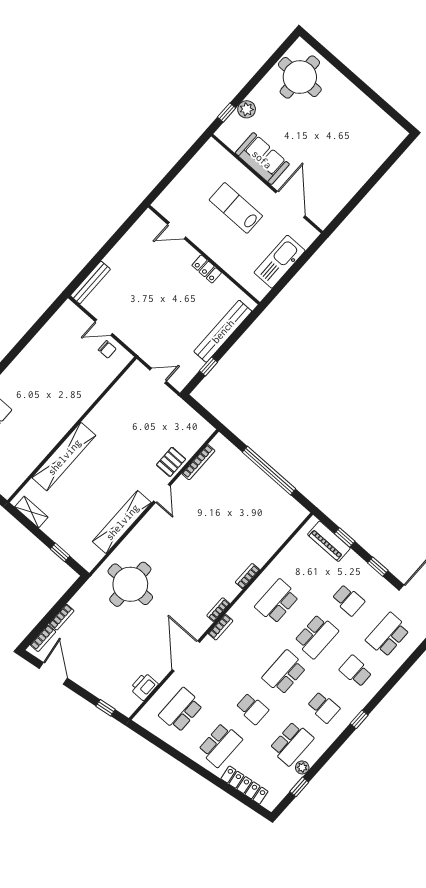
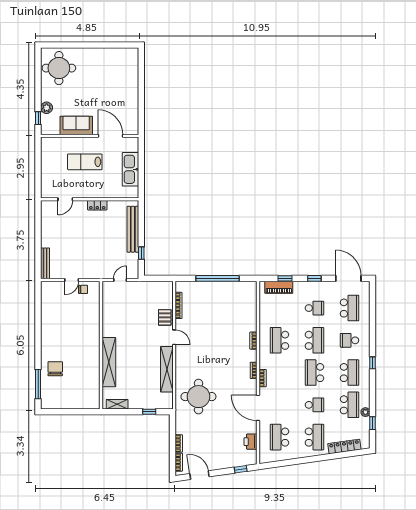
school desk: (388, 635) -> (350, 308), turned 180
school desk: (324, 707) -> (350, 373), width x1.85

